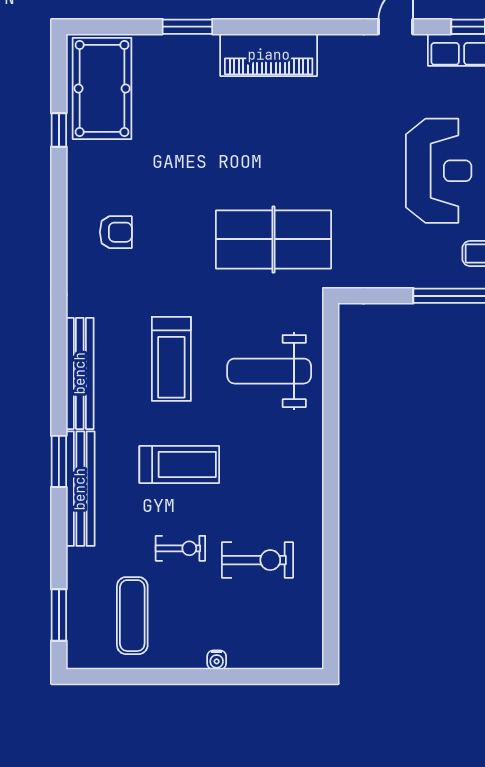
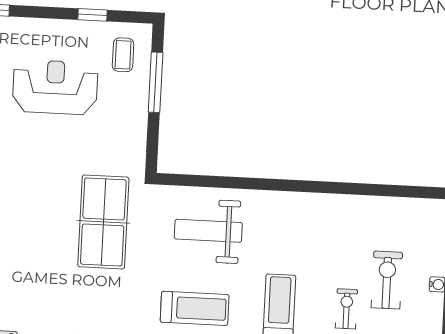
weight bench: (269, 371) -> (208, 231), turned 90
exercise bike: (257, 560) -> (387, 280), moved

